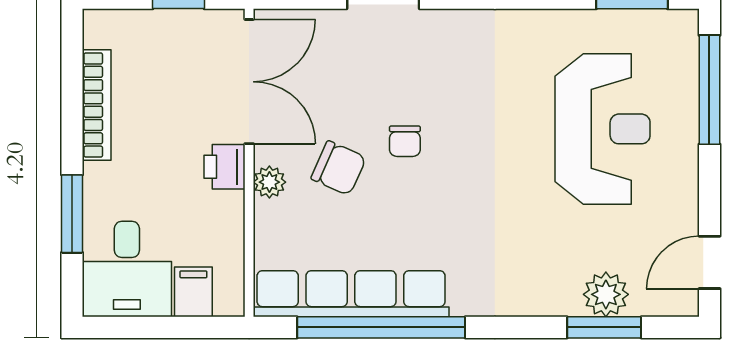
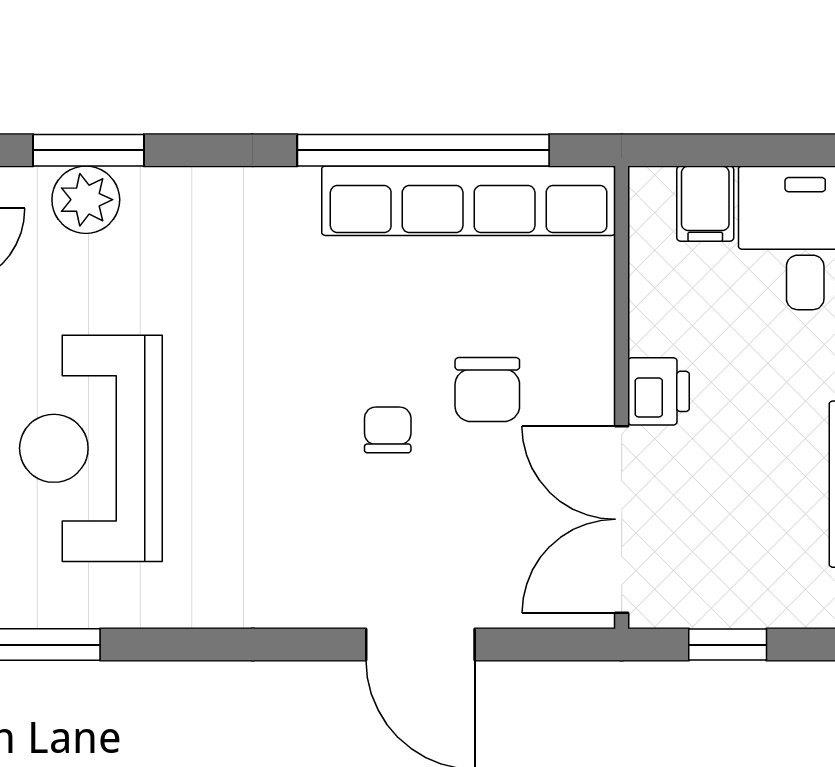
chair: (339, 168) -> (487, 390), turned -114
plant: (269, 182) -> (591, 369), removed

